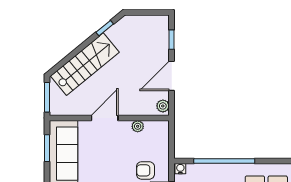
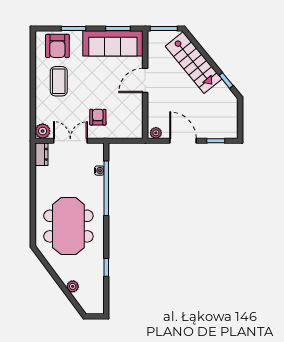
door: (105, 118) -> (145, 80), swing flipped
plant: (138, 126) -> (138, 110), removed
water cooler: (180, 169) -> (99, 171), moved

